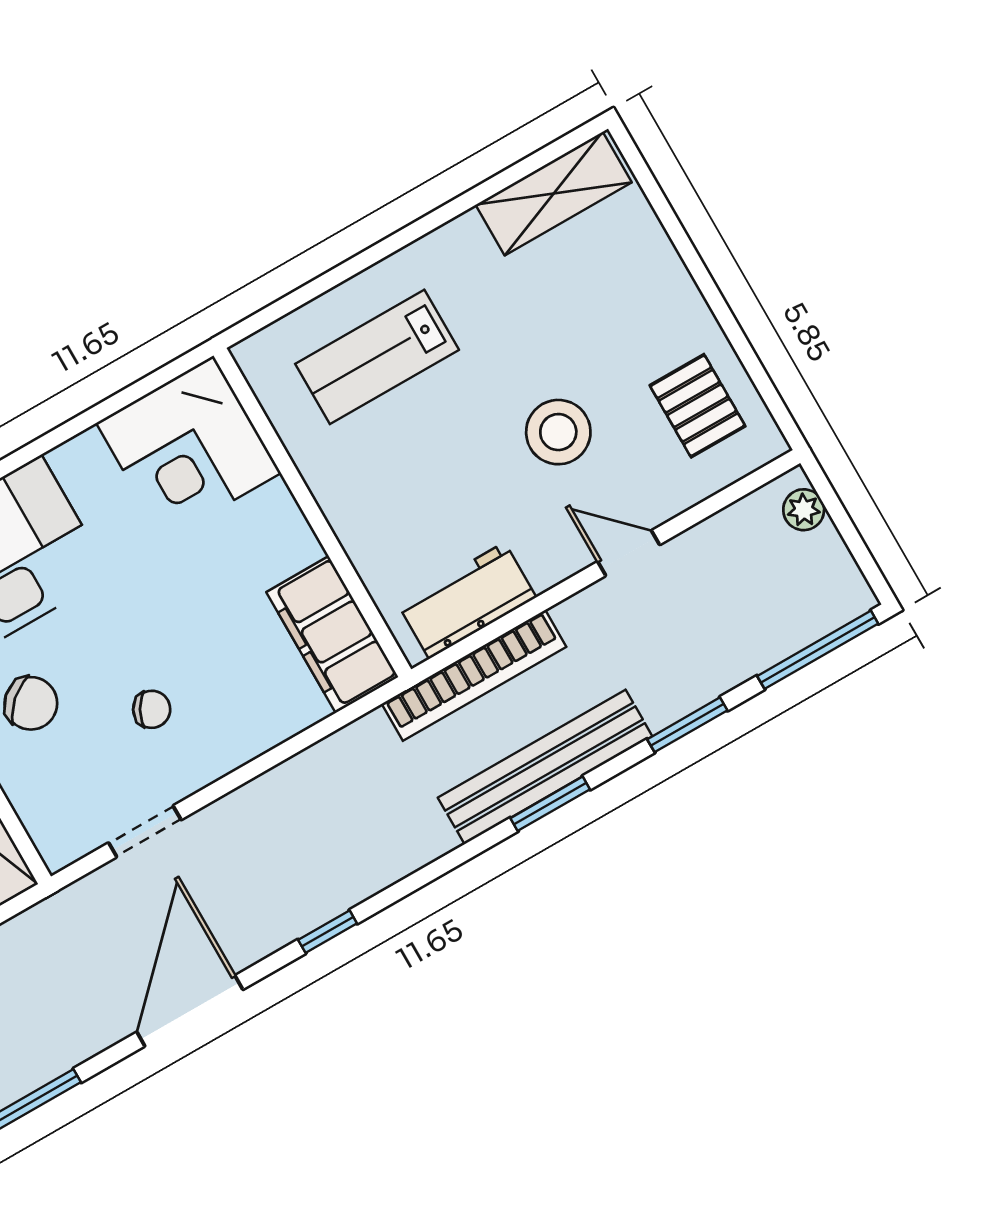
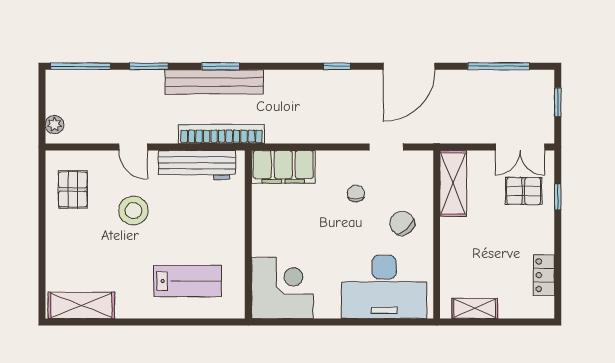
workbench: (467, 601) -> (197, 165), width x1.38
filing cabinet: (332, 634) -> (283, 167), moved, turned 90
chair: (152, 709) -> (356, 193), turned 61

